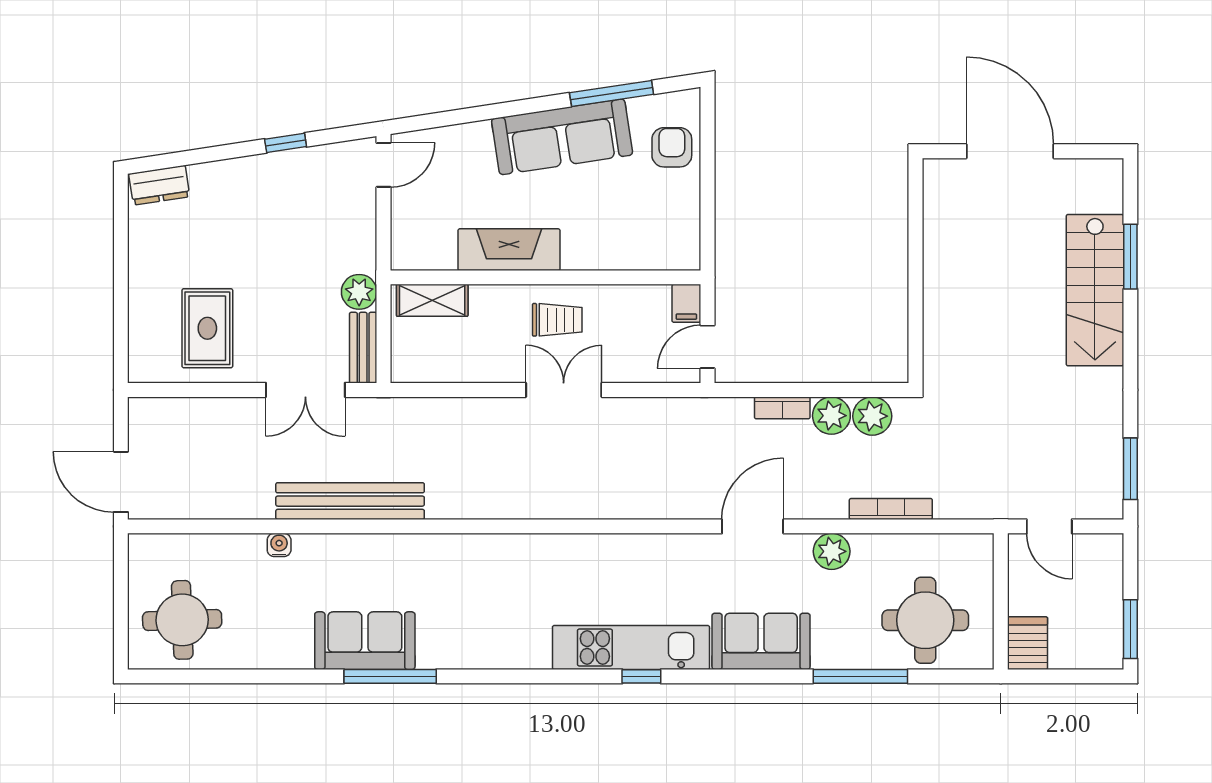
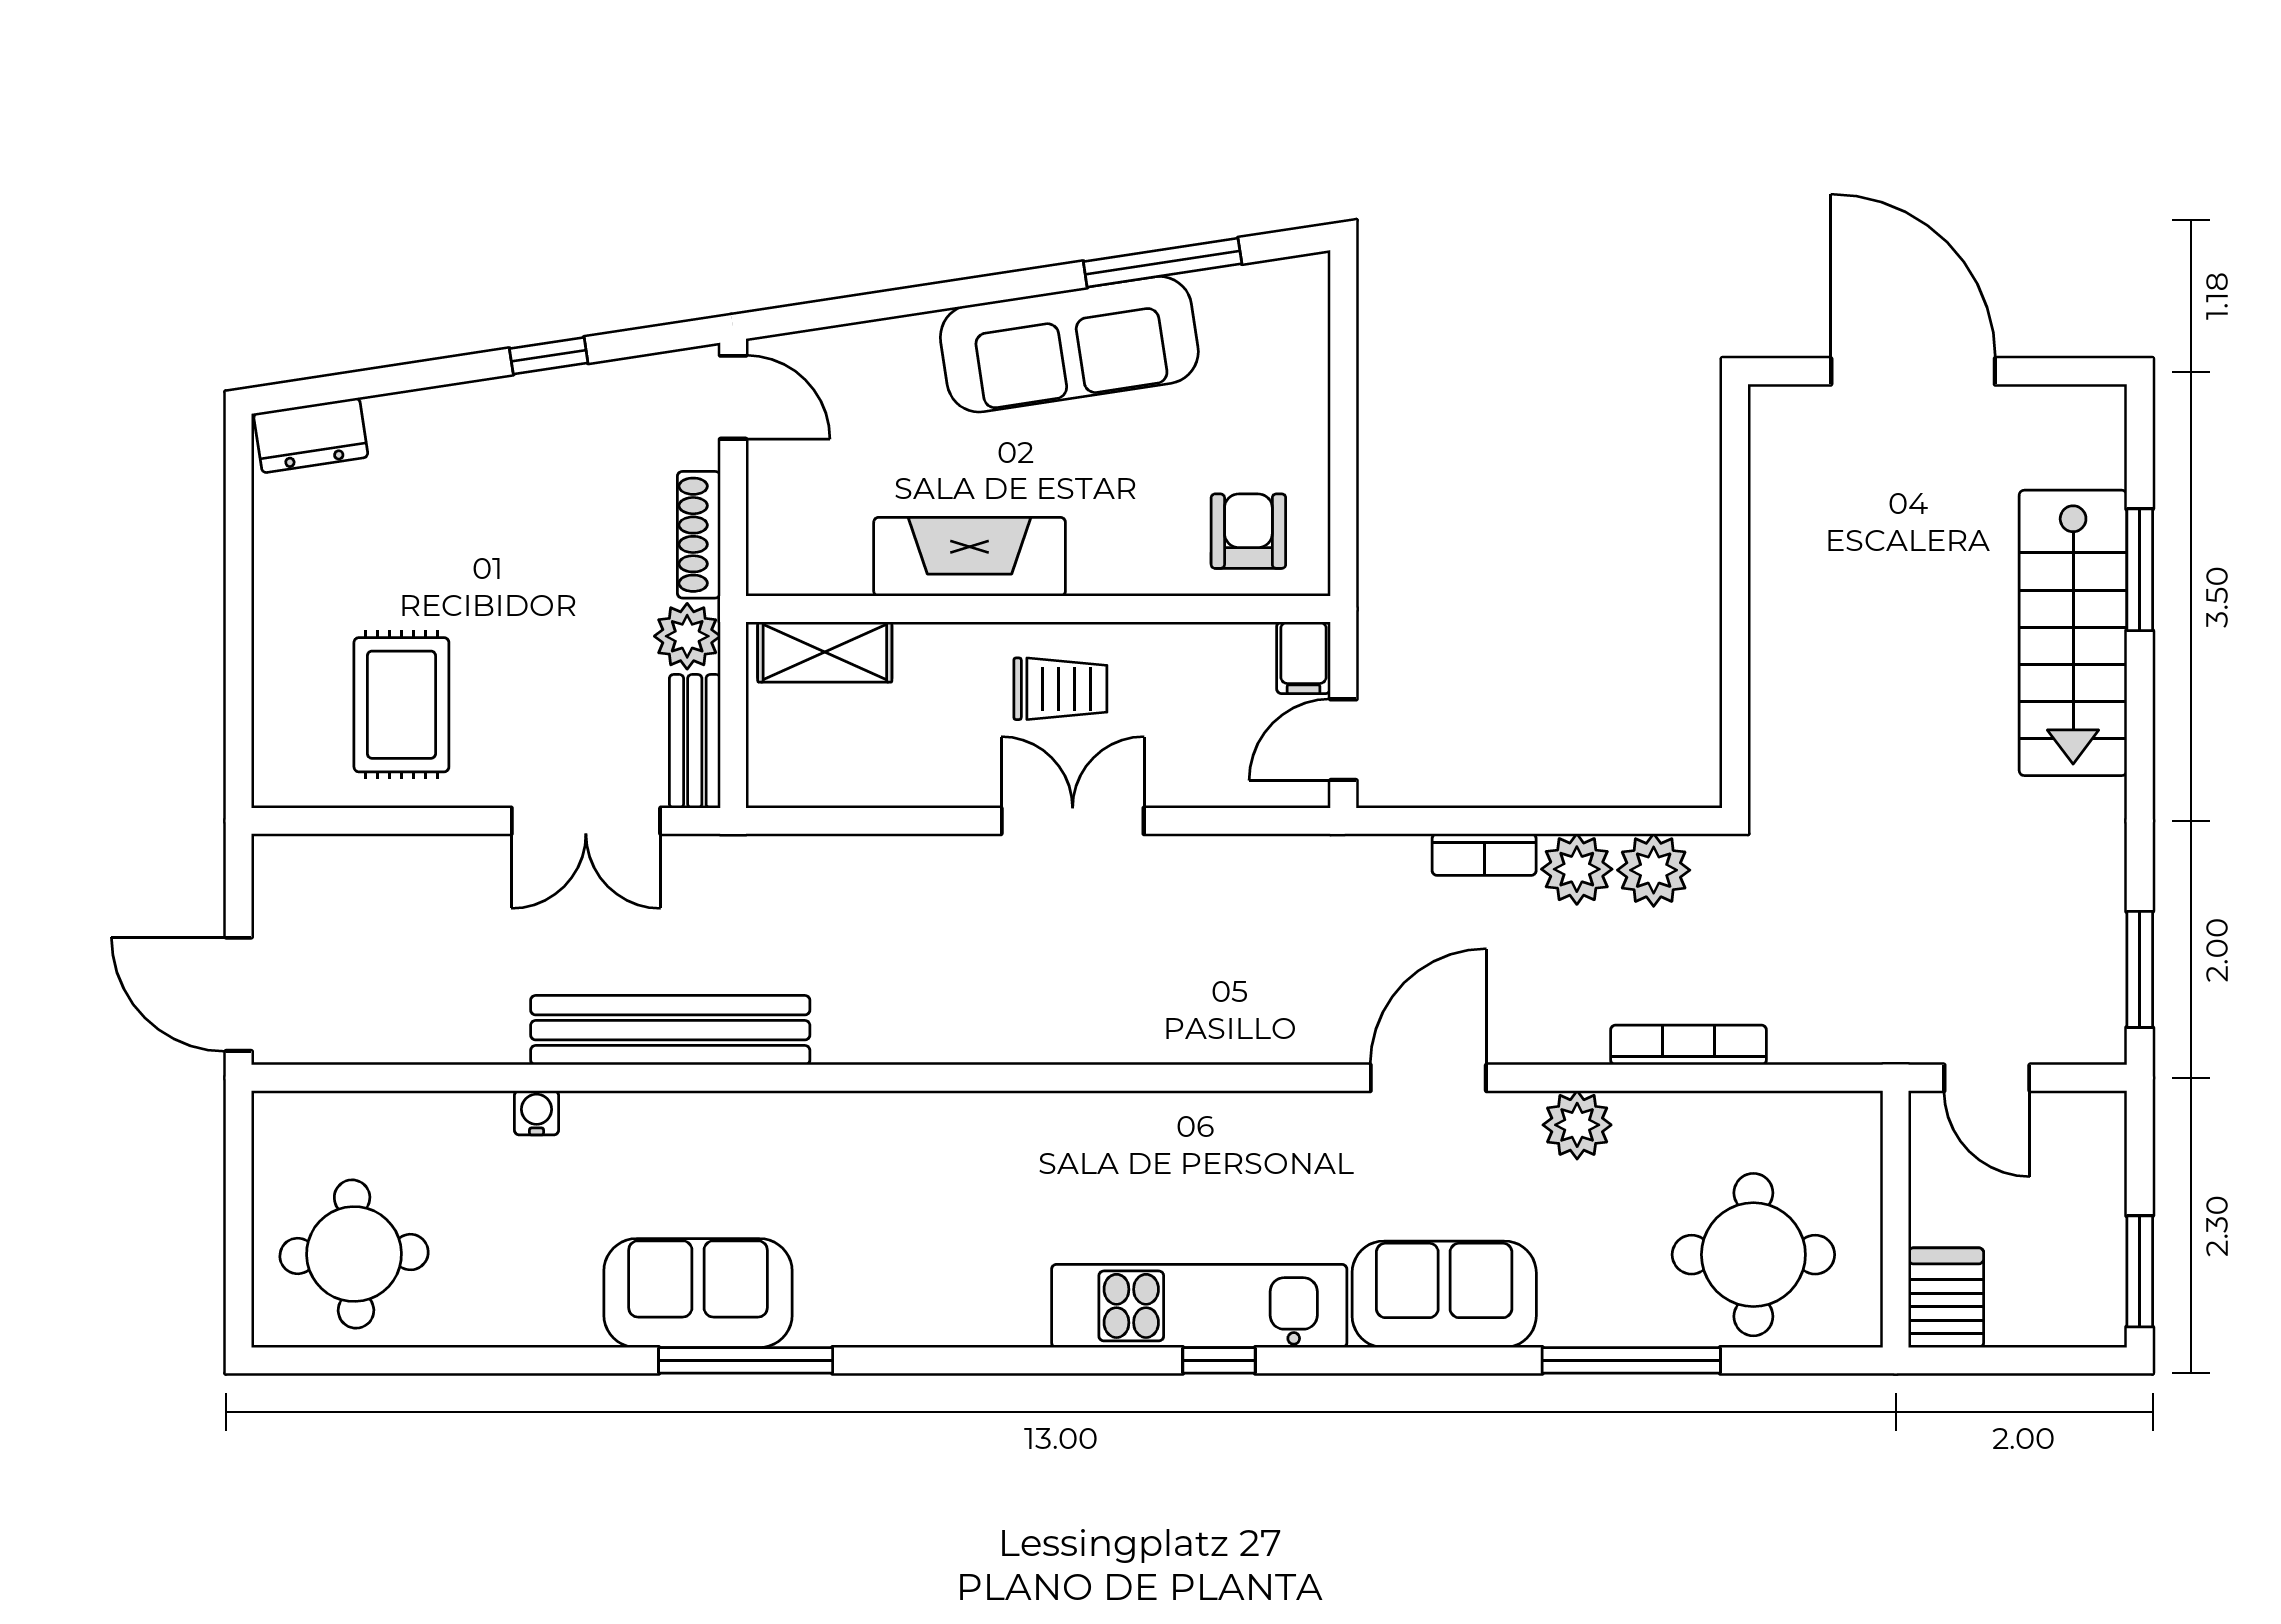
armchair: (672, 147) -> (1248, 531), moved
door: (383, 165) -> (733, 397), hinge flipped
shoe rack: (365, 238) -> (699, 535), added

